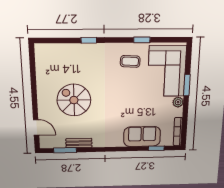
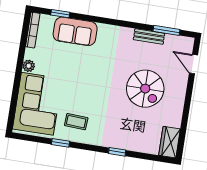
wardrobe: (43, 57) -> (169, 142), added
window: (187, 85) -> (17, 84), removed

